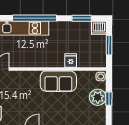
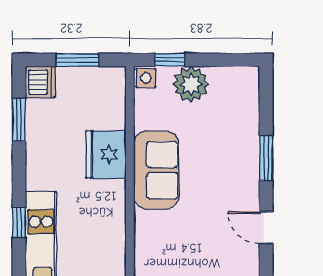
window: (34, 18) -> (19, 222), width x0.32
fridge: (71, 60) -> (106, 154), width x1.88, depth x1.34
window: (109, 99) -> (170, 60), moved

